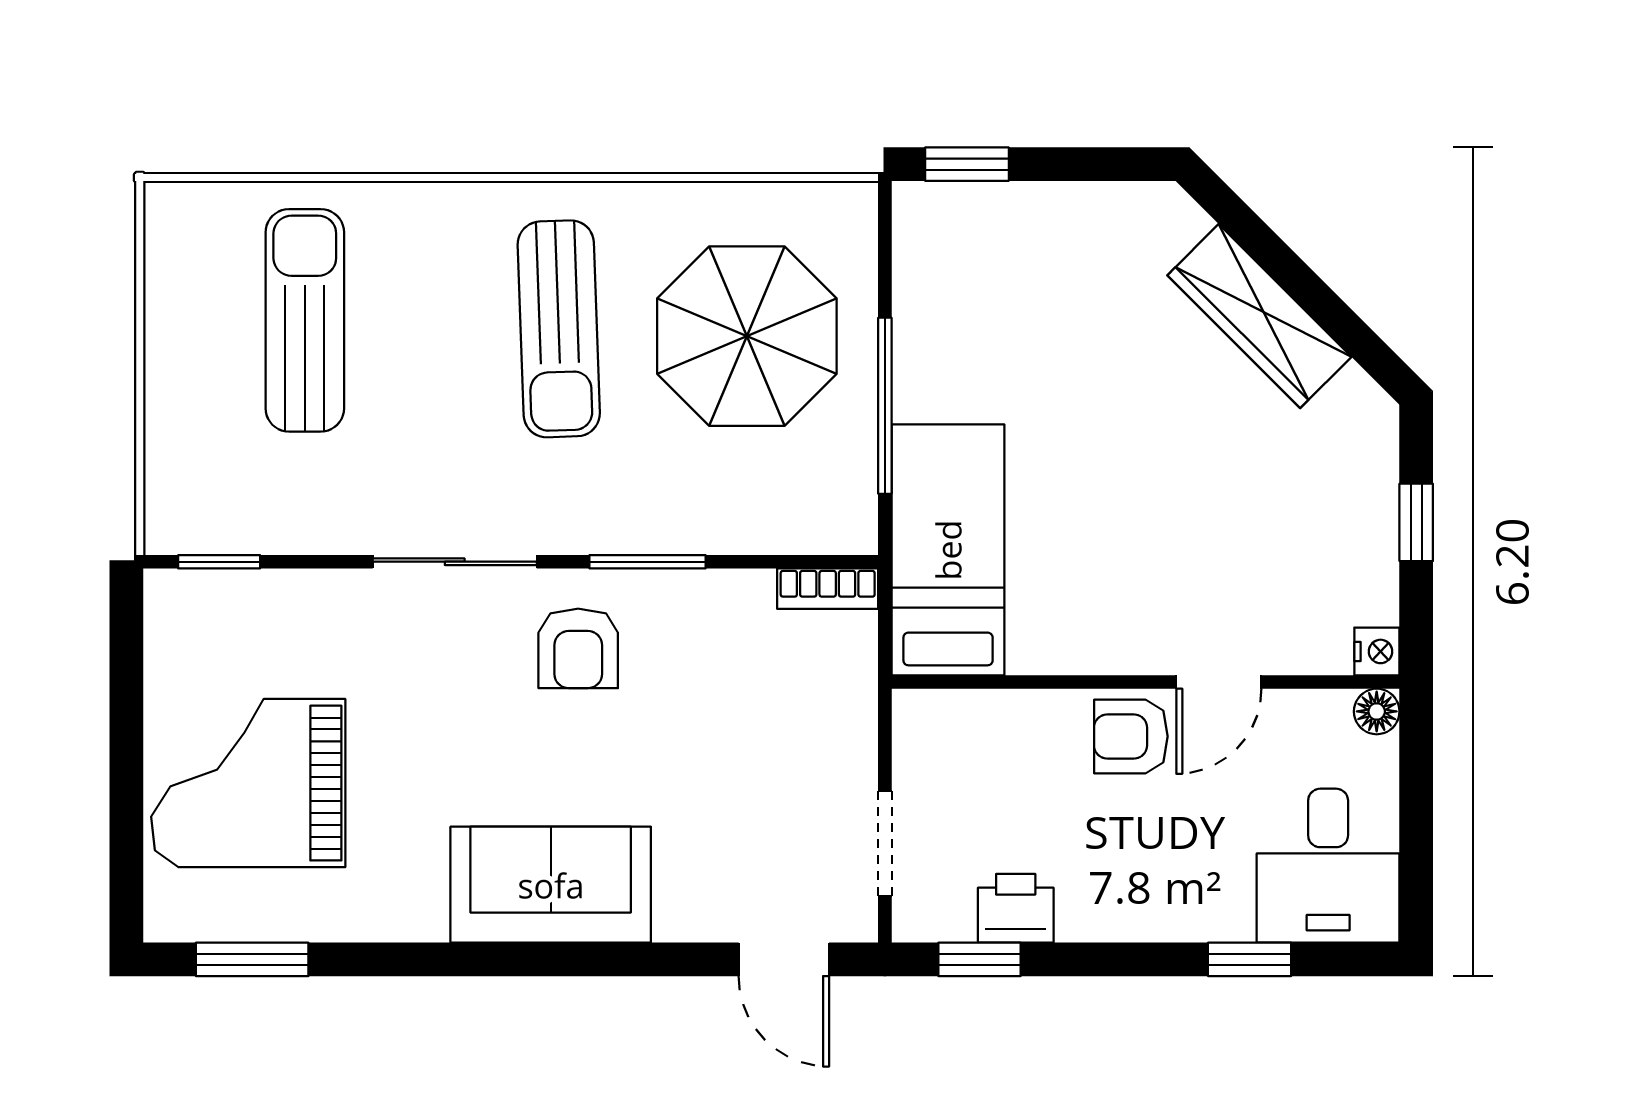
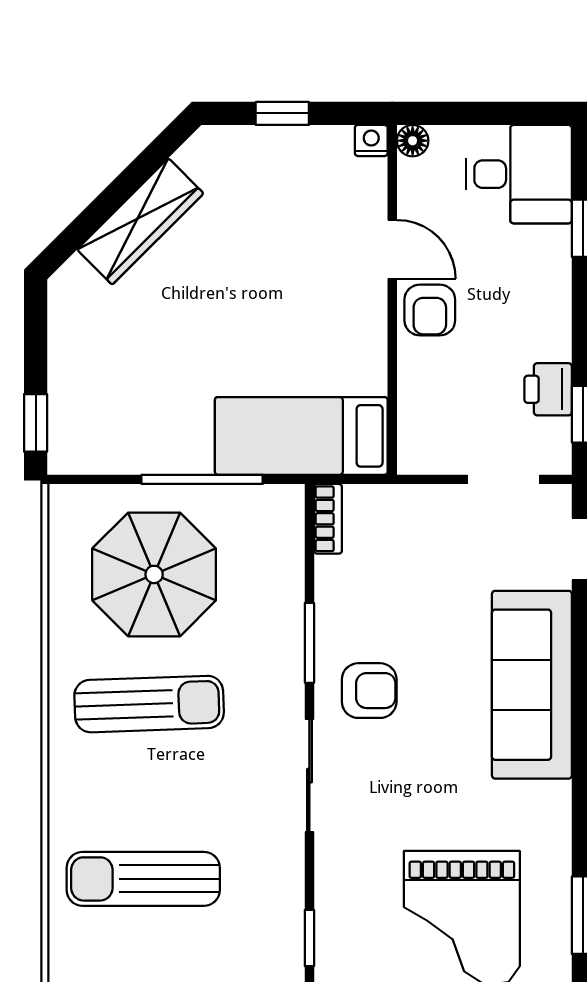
sofa: (551, 885) -> (532, 685), width x1.36

